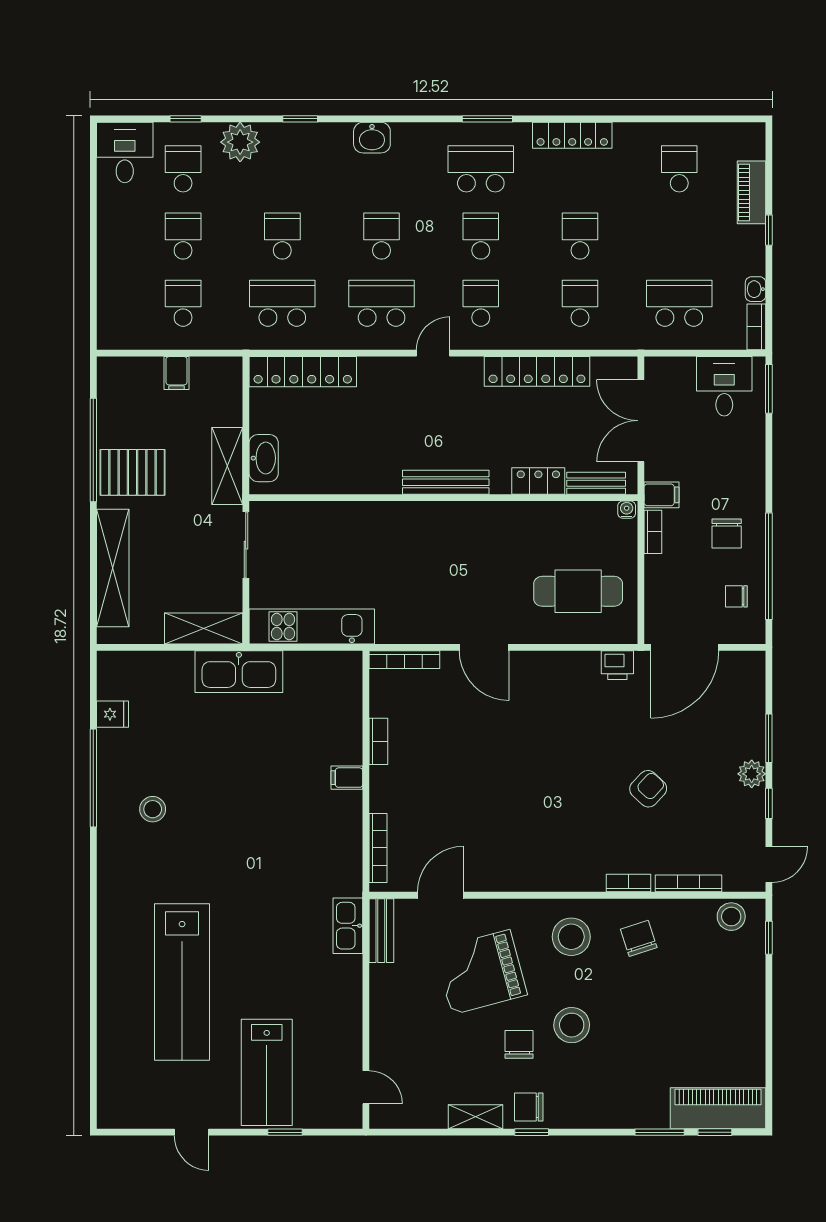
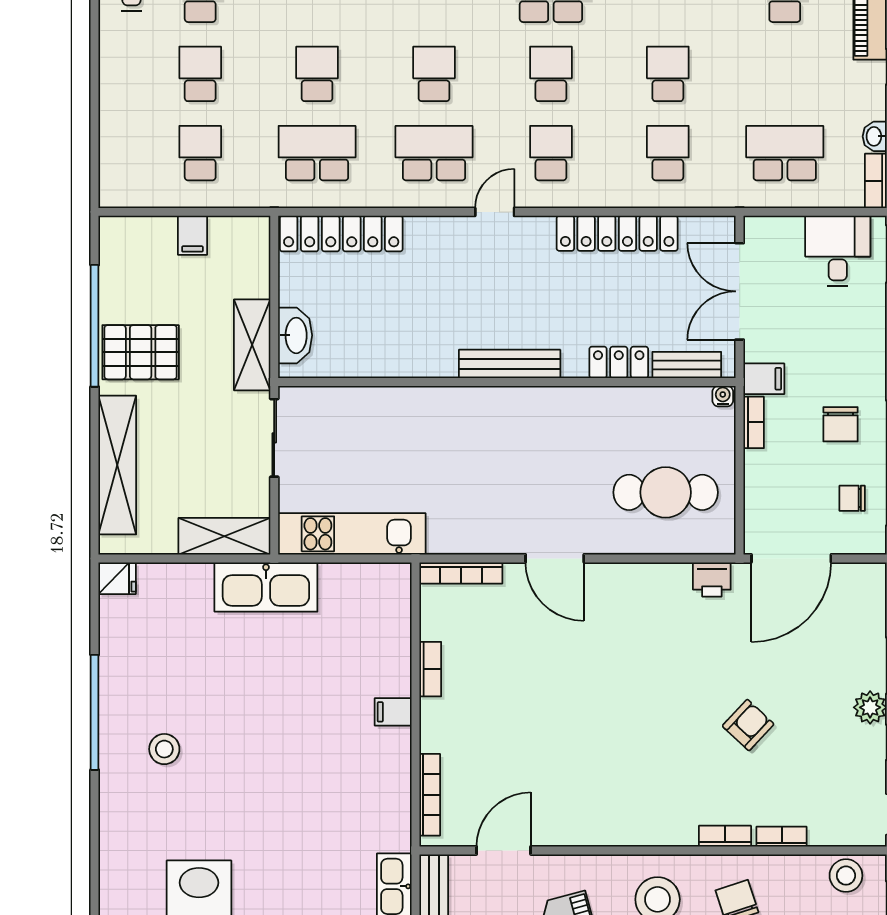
fridge: (113, 714) -> (117, 578), moved
bookcase: (688, 883) -> (782, 837), width x0.64

